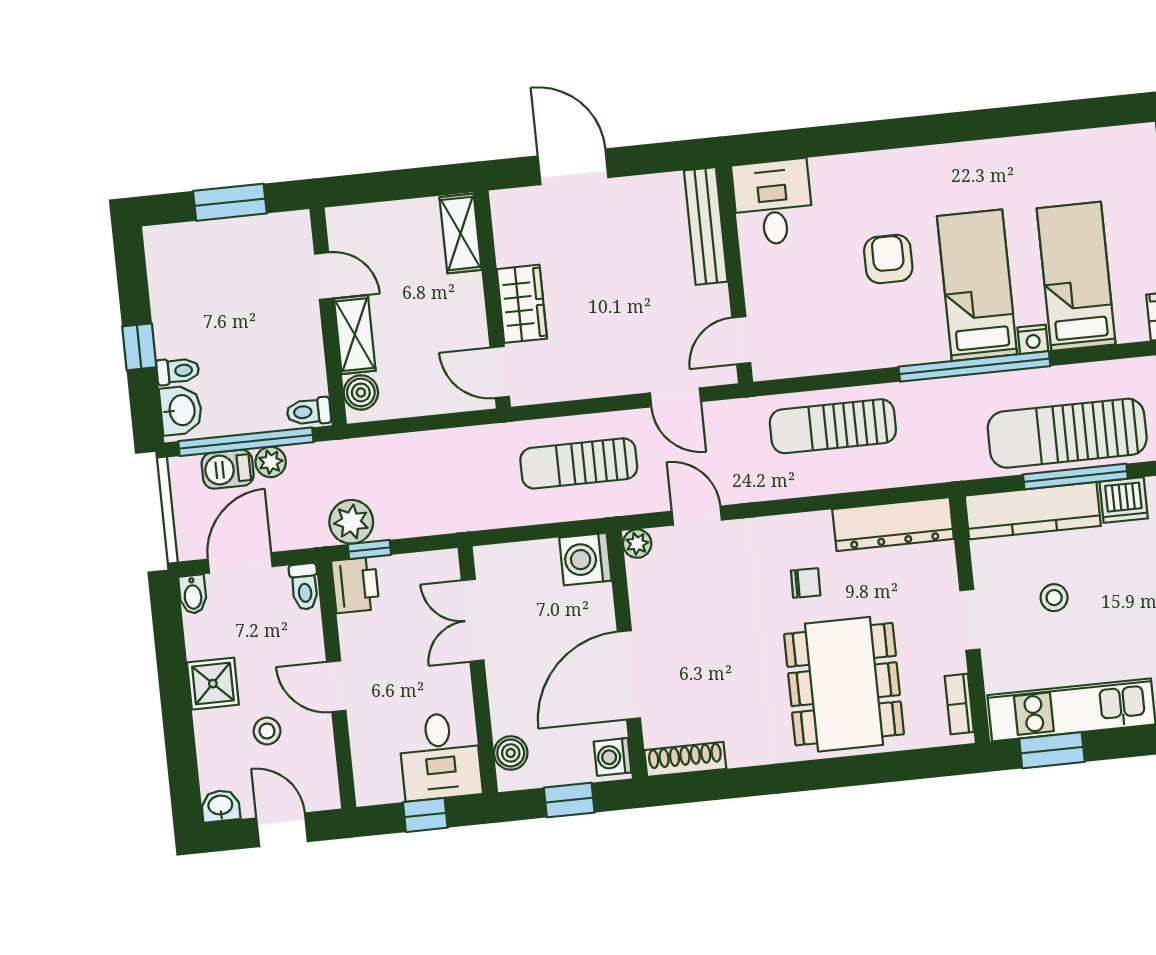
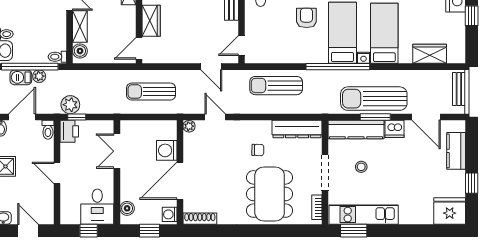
door: (500, 372) -> (139, 48), hinge flipped
sun lounger: (579, 463) -> (151, 92), moved
window: (1075, 477) -> (375, 117), width x0.69
washing machine: (585, 559) -> (167, 150), moved
doorway: (970, 620) -> (325, 173), width x1.38
stool: (267, 731) -> (26, 189), removed

